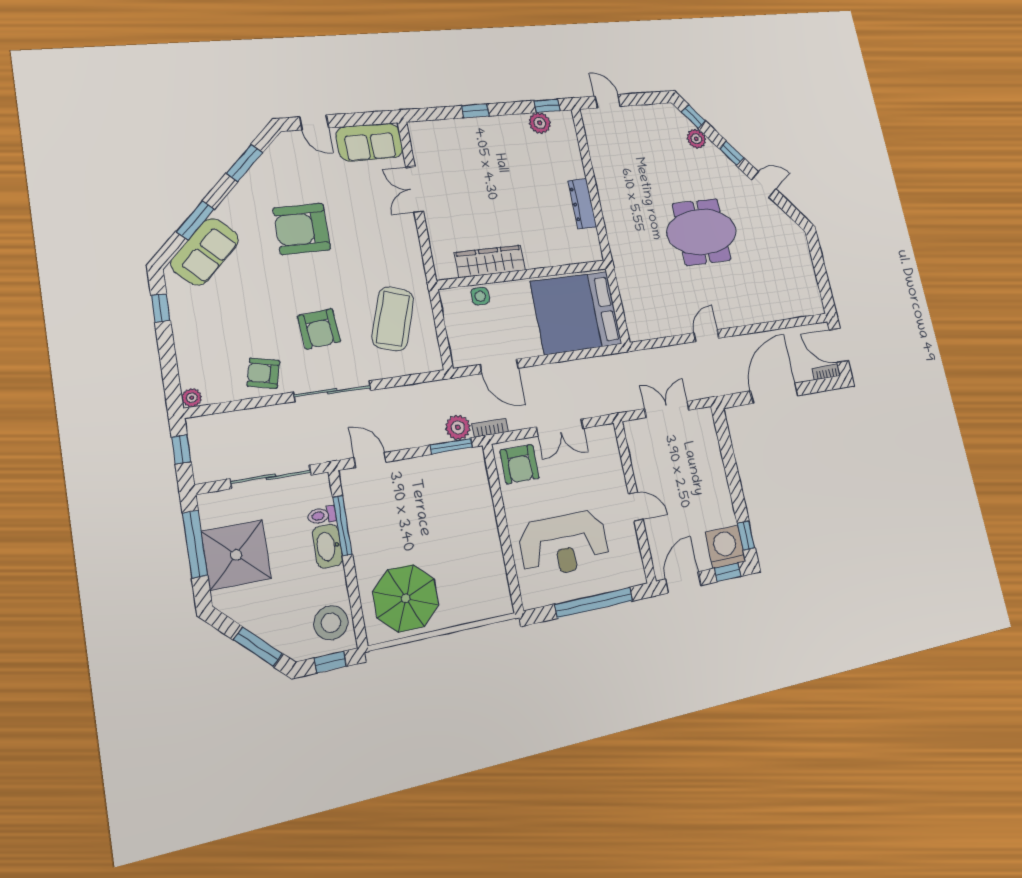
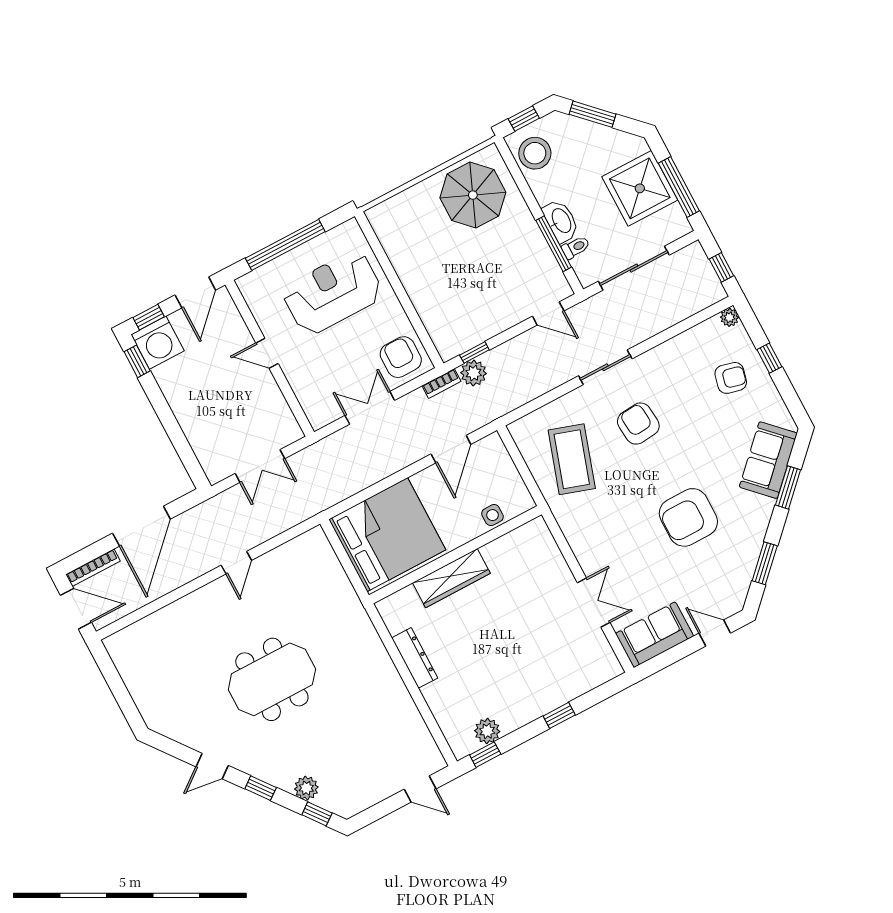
armchair: (302, 229) -> (688, 517), turned 180
wardrobe: (490, 261) -> (451, 578), moved
window: (161, 308) -> (769, 358), moved
door: (499, 366) -> (451, 449), swing flipped
bookcase: (826, 372) -> (93, 568), width x1.56
armchair: (263, 373) -> (731, 378), moved
sliding door: (332, 391) -> (605, 367), width x0.73
window: (451, 446) -> (474, 352), width x0.67

